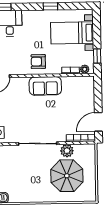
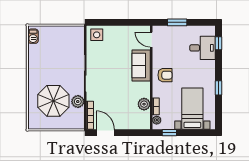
armchair: (38, 62) -> (165, 75), turned 90
plant: (68, 83) -> (144, 104), added
sofa: (45, 86) -> (141, 65), moved

